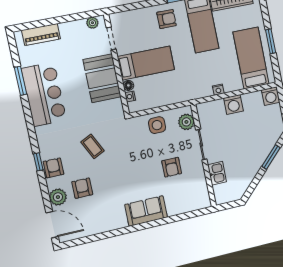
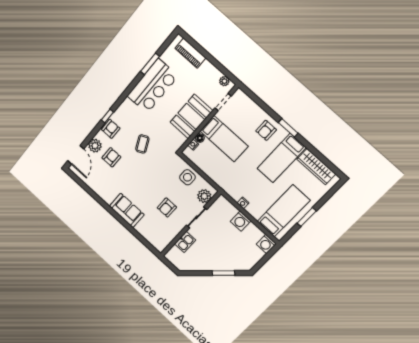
armchair: (167, 19) -> (266, 130), turned 90

